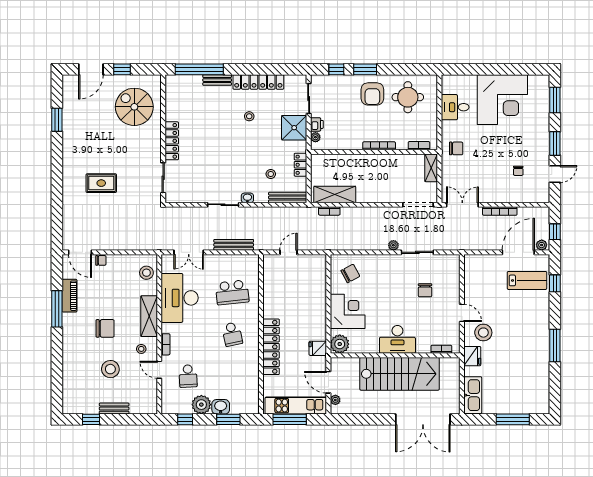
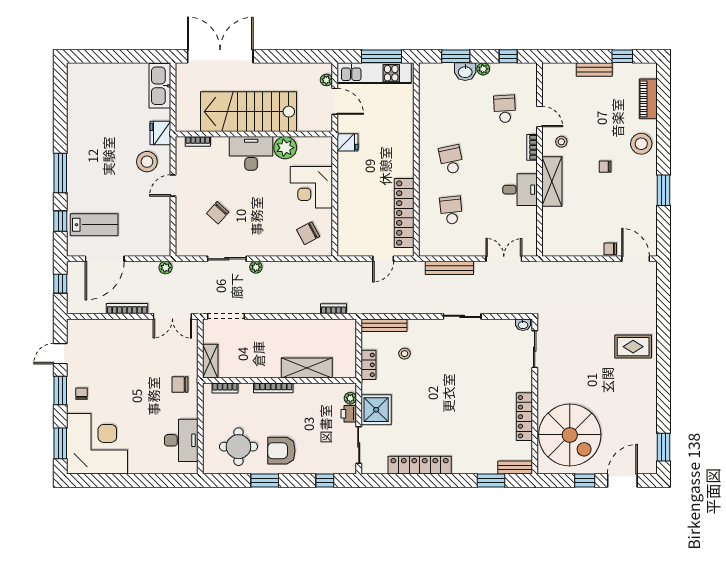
window: (199, 69) -> (491, 480), width x0.47
window: (365, 69) -> (265, 480), moved
bench: (217, 80) -> (515, 467), moved
armchair: (372, 94) -> (281, 451), turned -90
corner desk: (502, 100) -> (97, 444), moved, turned 90
spiral stairs: (134, 107) -> (570, 435), width x1.37, depth x1.37
desk: (455, 107) -> (181, 440), width x1.37
stool: (249, 116) -> (431, 424), removed
window: (57, 120) -> (664, 447), moved
locker: (172, 141) -> (524, 417), moved
chair: (518, 171) -> (81, 394), moved
rug: (101, 183) -> (633, 347), moved
shelving: (335, 194) -> (307, 368), moved
washbasin: (247, 198) -> (523, 325), moved
plant: (542, 245) -> (165, 268), moved
stool: (146, 273) -> (555, 234), removed
lab bench: (527, 280) -> (94, 225), turned 180
chair: (425, 290) -> (218, 213), turned -138
school desk: (232, 292) -> (451, 210), width x0.54
piano: (70, 296) -> (648, 99), moved
desk: (180, 298) -> (520, 190), width x0.53, depth x0.77
window: (57, 309) -> (664, 190), width x0.69
door: (462, 313) -> (173, 185), hinge flipped
chair: (105, 328) -> (605, 167), width x0.54, depth x0.54
plant: (340, 344) -> (285, 148), moved
window: (555, 345) -> (60, 173), moved
locker: (271, 347) -> (404, 213), moved
stool: (110, 369) -> (641, 144), moved
plant: (201, 405) -> (483, 69), width x0.53, depth x0.53
window: (513, 419) -> (111, 56), removed

